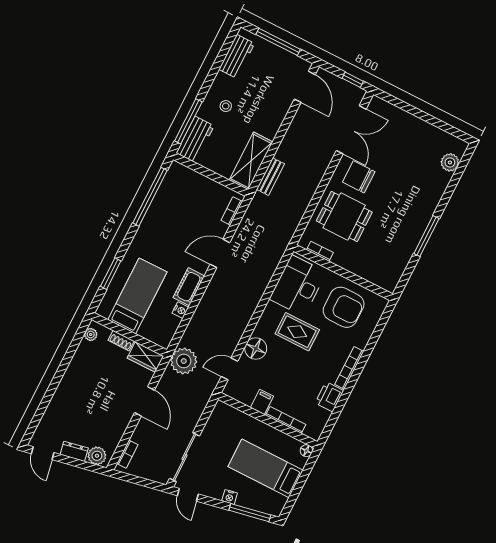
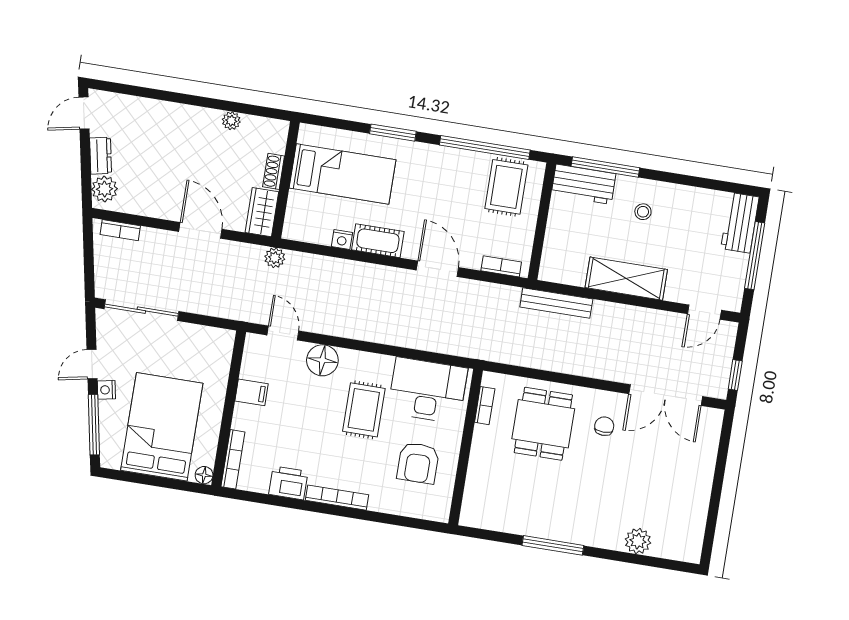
workbench: (237, 56) -> (740, 223), moved, turned 90
door: (305, 87) -> (704, 312), width x0.73
shelving: (251, 161) -> (626, 279), moved
plant: (450, 162) -> (638, 541), moved
bench: (270, 177) -> (556, 303), width x1.36
chair: (359, 177) -> (604, 426), width x0.54, depth x0.54
rug: (180, 191) -> (506, 187), added
window: (111, 274) -> (393, 133), moved
armchair: (344, 307) -> (418, 463), width x0.73, depth x0.73
plant: (91, 334) -> (231, 121), moved
plant: (184, 361) -> (275, 258), width x0.53, depth x0.53
door: (144, 401) -> (200, 230), swing flipped
bookcase: (286, 420) -> (233, 459), moved
bed: (266, 468) -> (162, 427), width x1.50
door: (188, 495) -> (92, 364), moved

